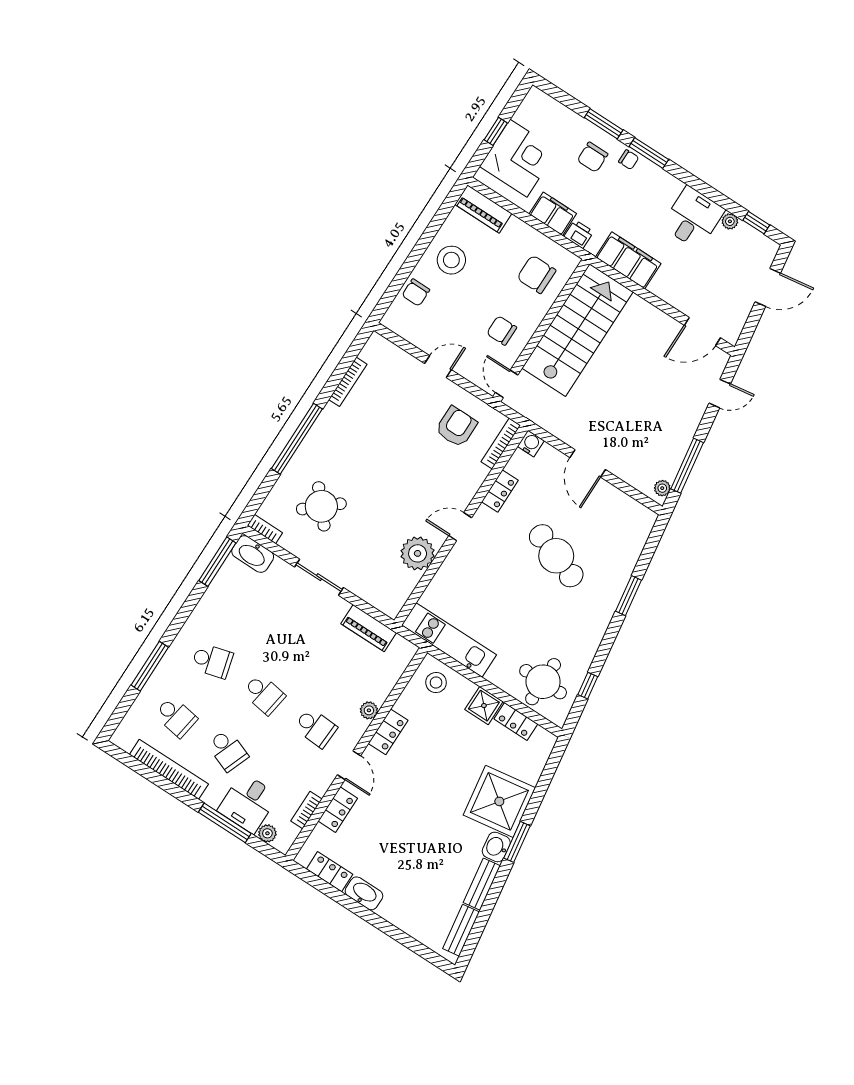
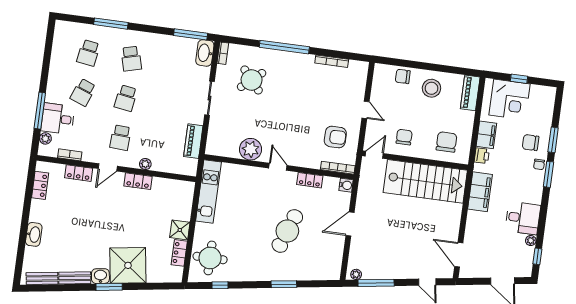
stool: (436, 683) -> (180, 196), removed
bookcase: (169, 769) -> (56, 63), removed
washbasin: (364, 893) -> (34, 234), moved

